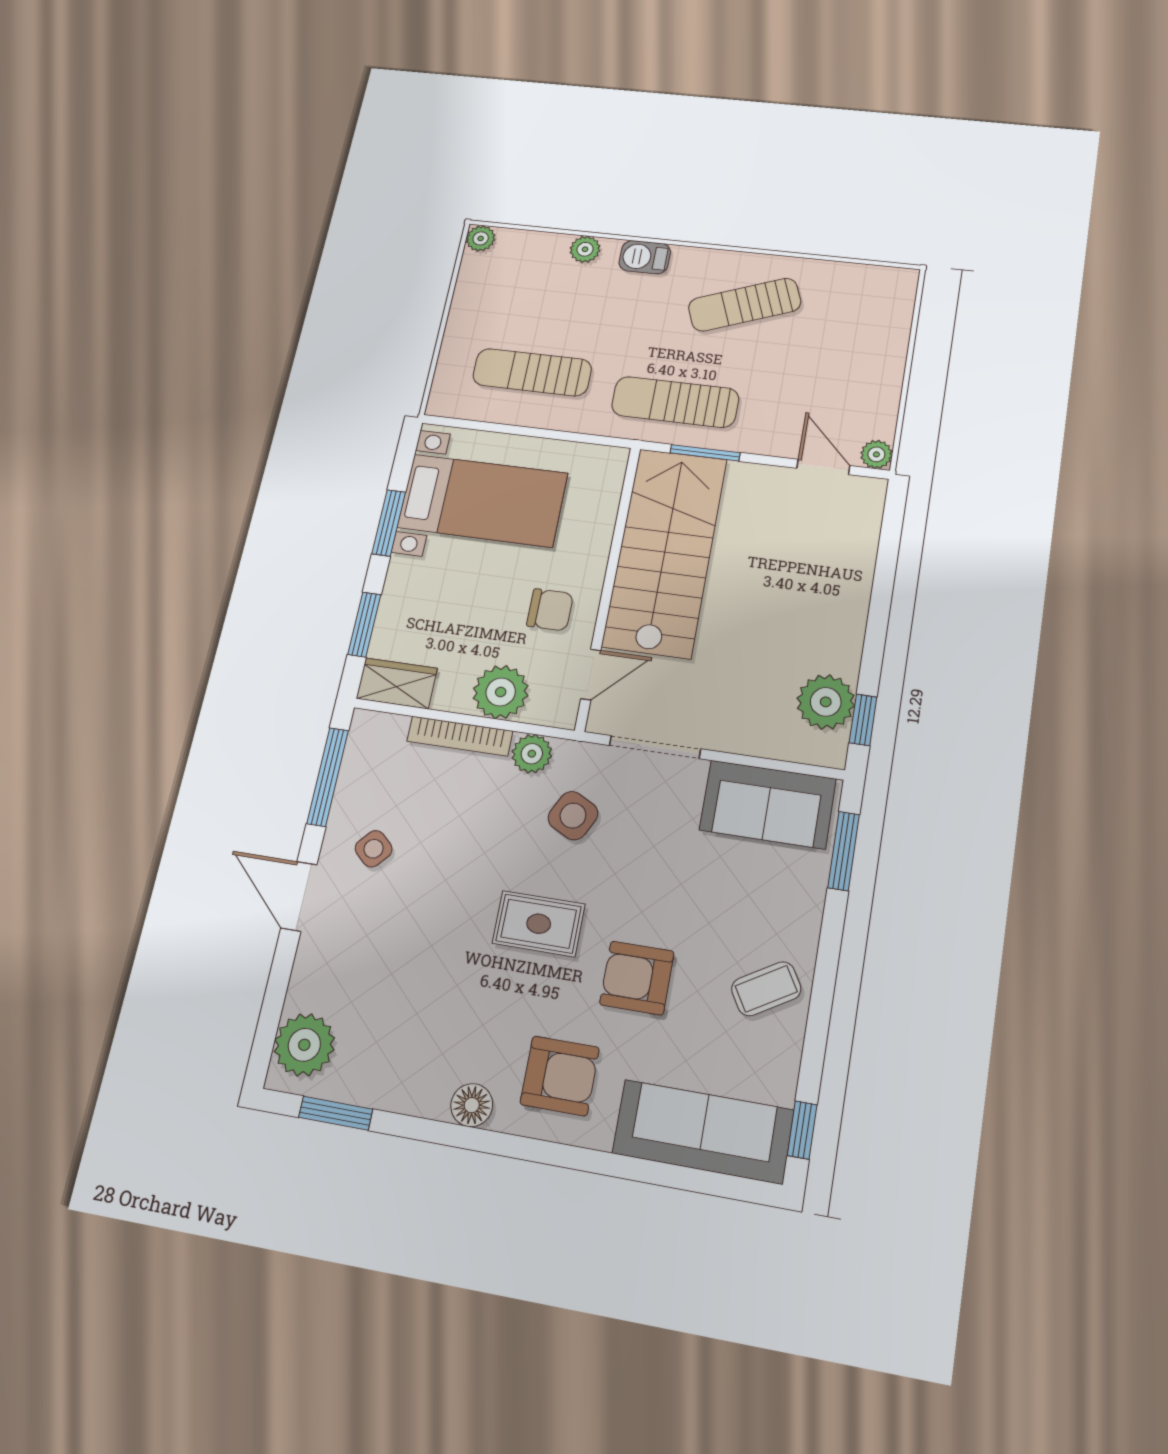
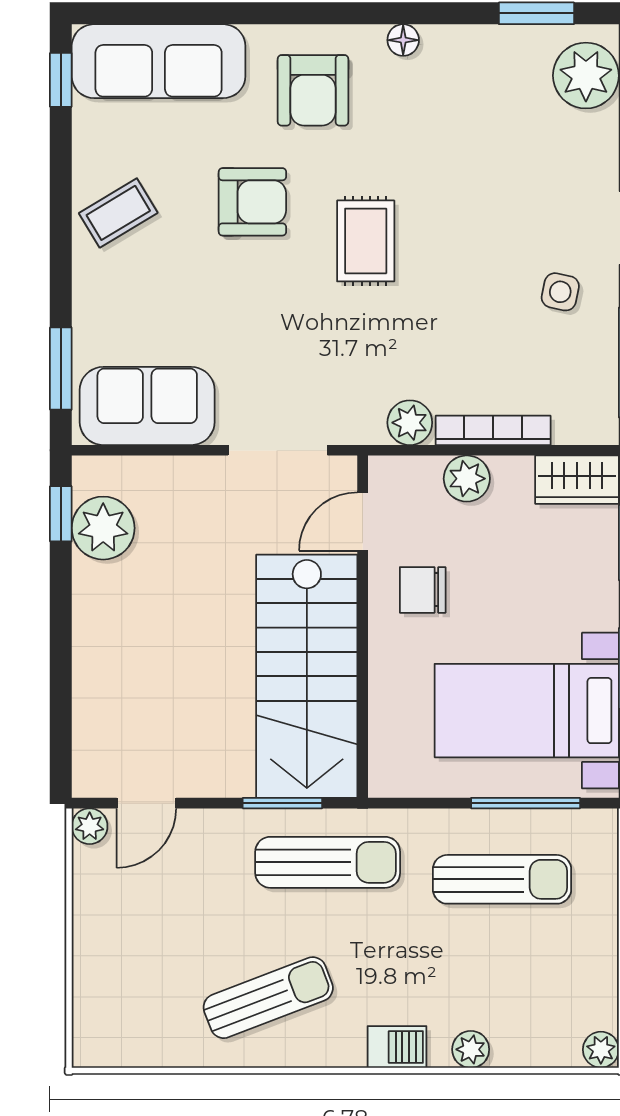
window: (500, 428) -> (526, 803), added
door: (823, 467) -> (146, 803), hinge flipped
plant: (501, 692) -> (467, 479), width x0.73, depth x0.73
side table: (573, 816) -> (352, 362), removed
side table: (374, 849) -> (560, 292), turned -30
rug: (539, 924) -> (366, 241), turned 90
armchair: (560, 1076) -> (313, 90), turned -90
floor lamp: (472, 1105) -> (403, 40), width x0.73, depth x0.73

